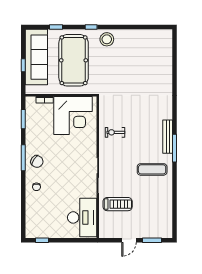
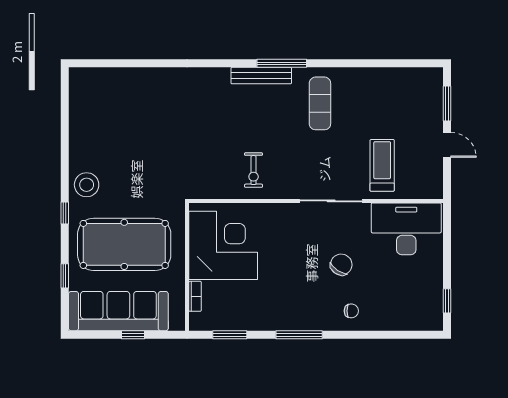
chair: (37, 161) -> (341, 265), moved

